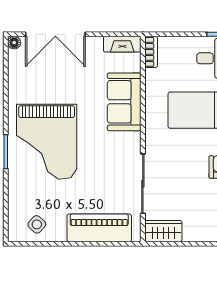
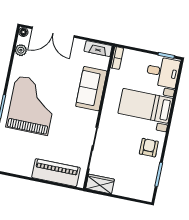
plant: (16, 68) -> (21, 50), added
grand piano: (47, 142) -> (32, 105), turned 180
side table: (37, 224) -> (13, 161), removed

